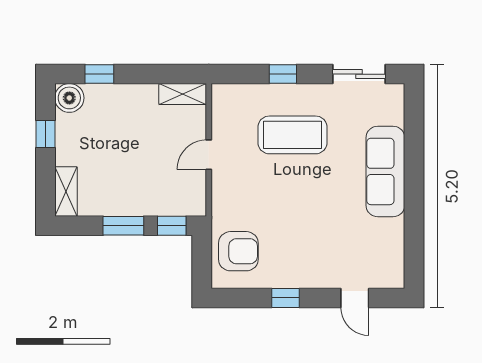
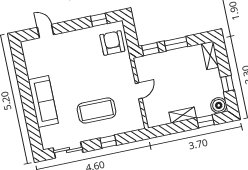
shelving: (183, 94) -> (183, 115), moved
armchair: (238, 251) -> (112, 43), turned 90
window: (286, 298) -> (99, 20), moved

